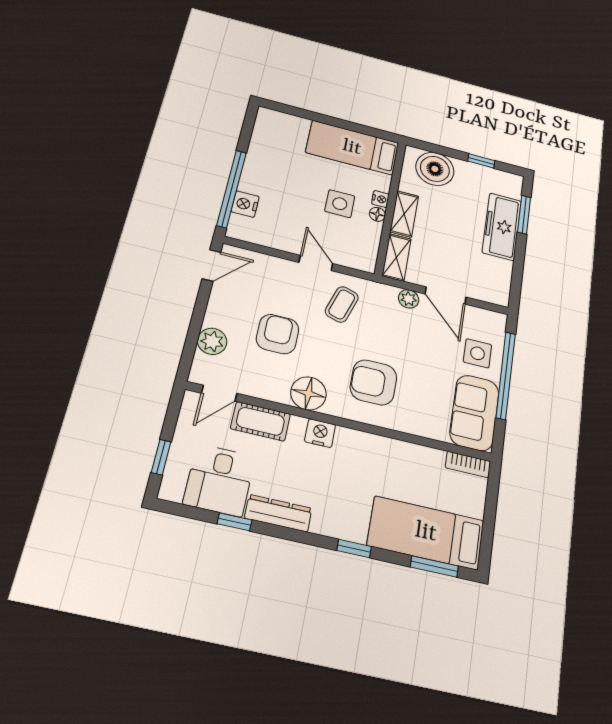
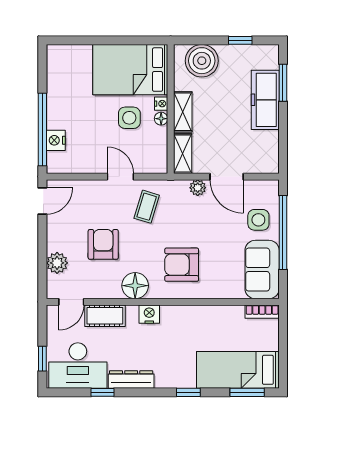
bed: (352, 148) -> (130, 70), width x1.50
desk: (219, 480) -> (78, 366), width x1.37

